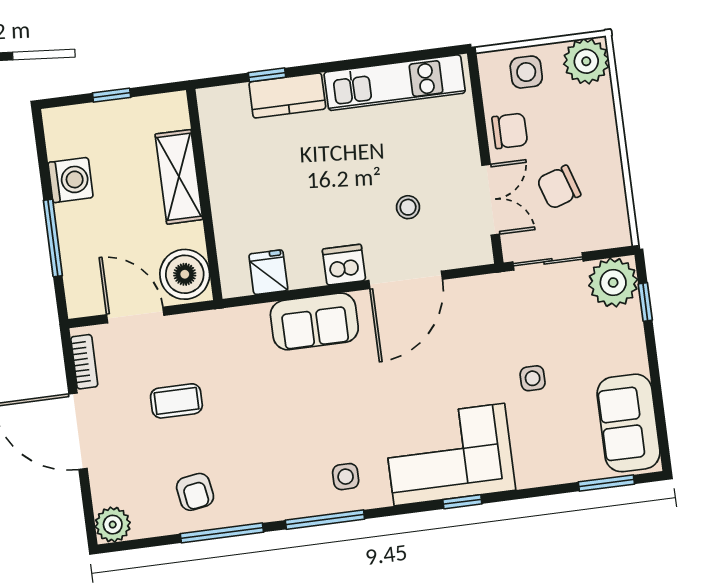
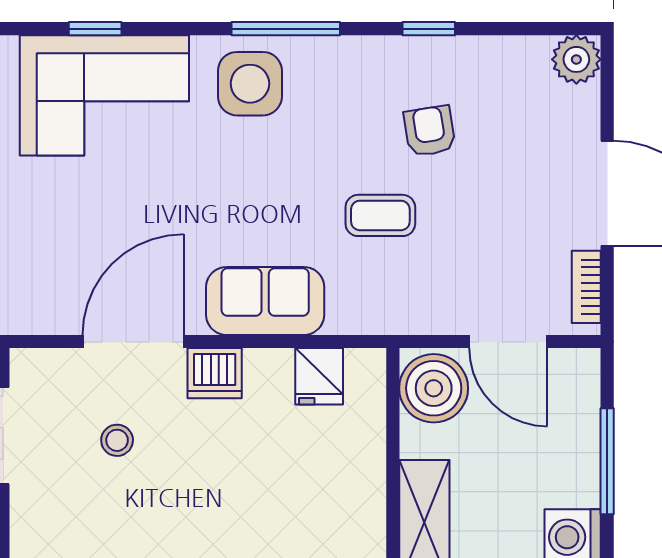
coffee table: (176, 401) -> (380, 215), moved
side table: (346, 477) -> (250, 84), width x1.87, depth x1.87
armchair: (195, 492) -> (430, 131), moved
window: (222, 533) -> (429, 29), width x0.46

